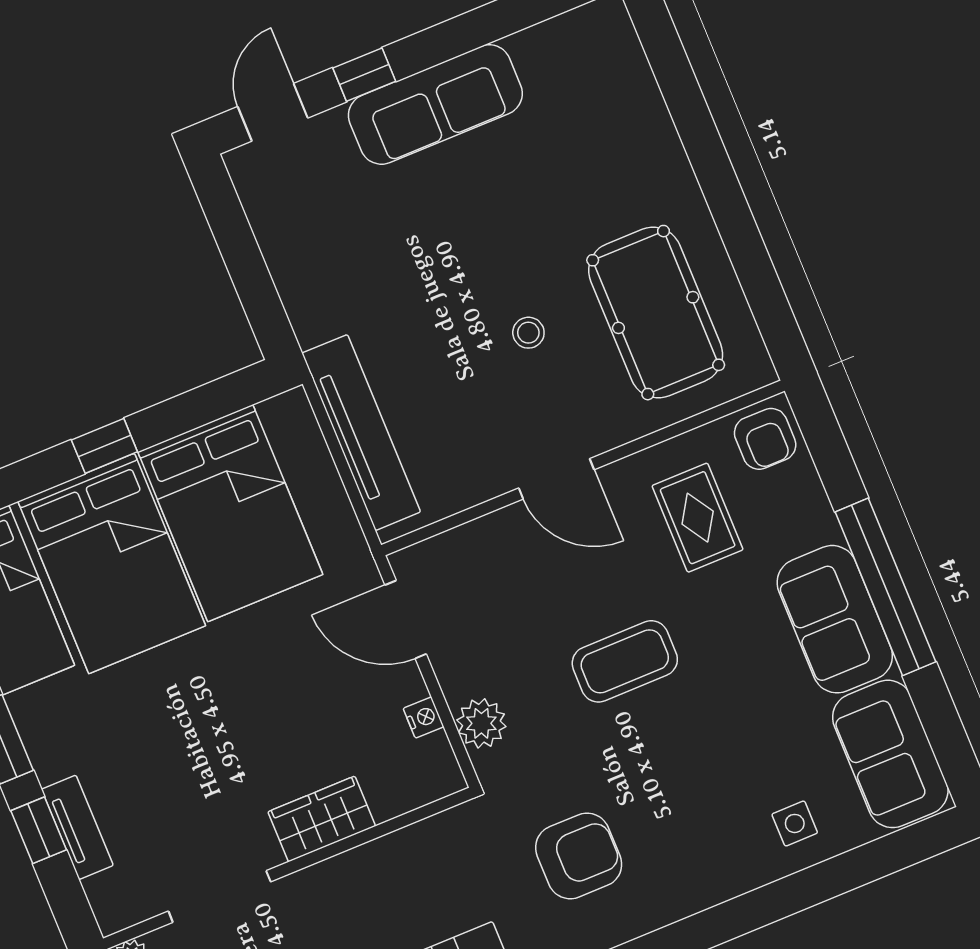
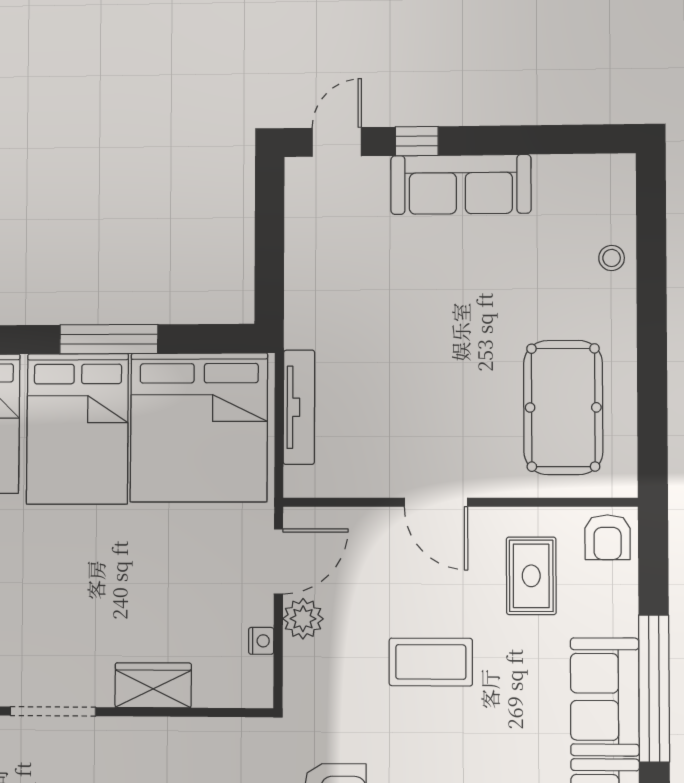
stool: (528, 333) -> (612, 258), moved
tv unit: (361, 433) -> (299, 407), width x0.73, depth x0.78
window: (104, 446) -> (109, 339), width x2.17
bed: (230, 513) -> (199, 427), width x1.36
door: (406, 619) -> (278, 561), swing flipped
plant: (481, 723) -> (303, 619), moved

